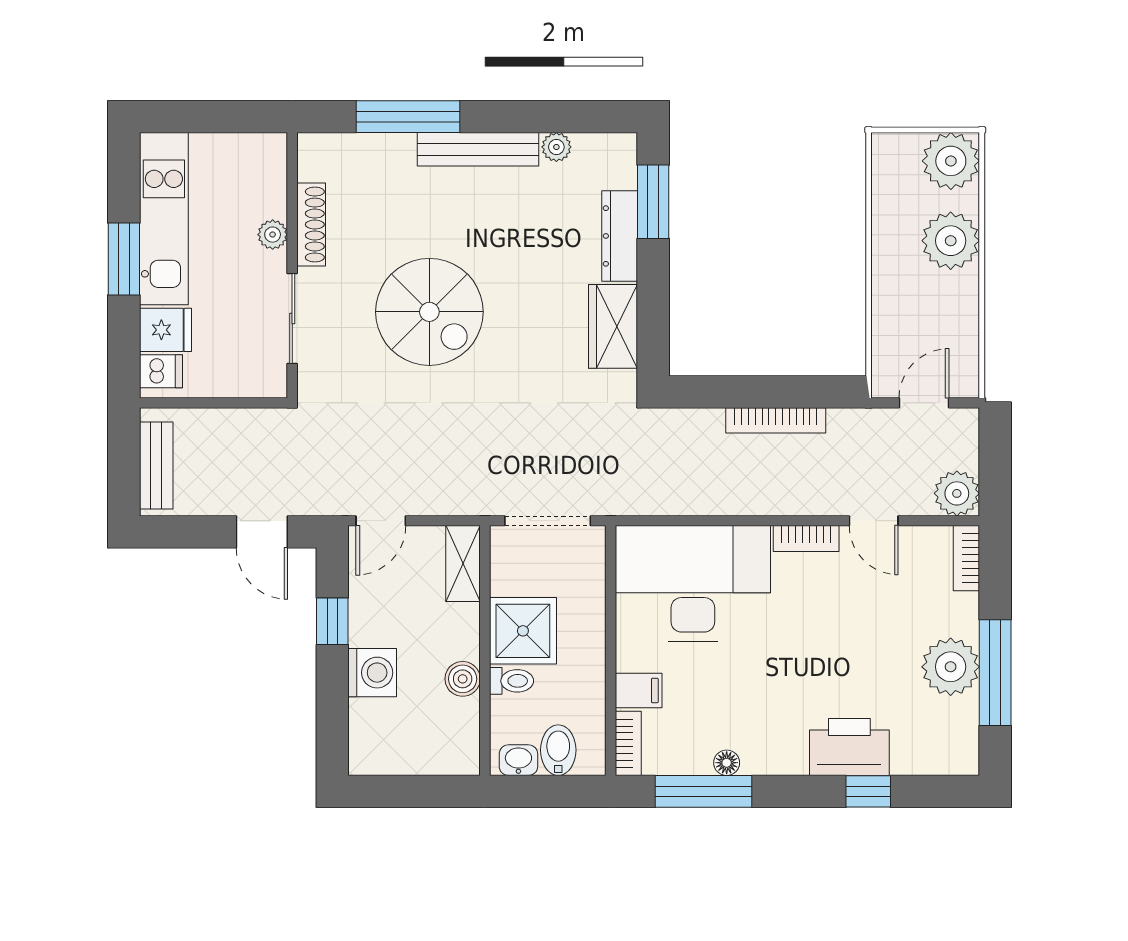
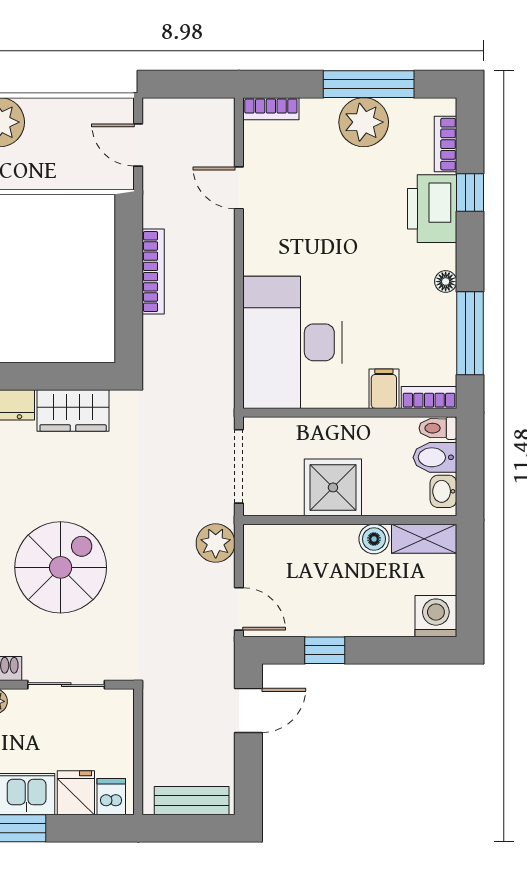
plant: (957, 493) -> (216, 543), moved
door: (874, 521) -> (239, 188), swing flipped
bookcase: (806, 539) -> (445, 144), moved, turned 180
shelving: (463, 564) -> (424, 539), moved
washing machine: (372, 673) -> (436, 616), moved
toilet: (512, 681) -> (438, 428), moved, turned -90
floor lamp: (727, 763) -> (446, 282), moved

